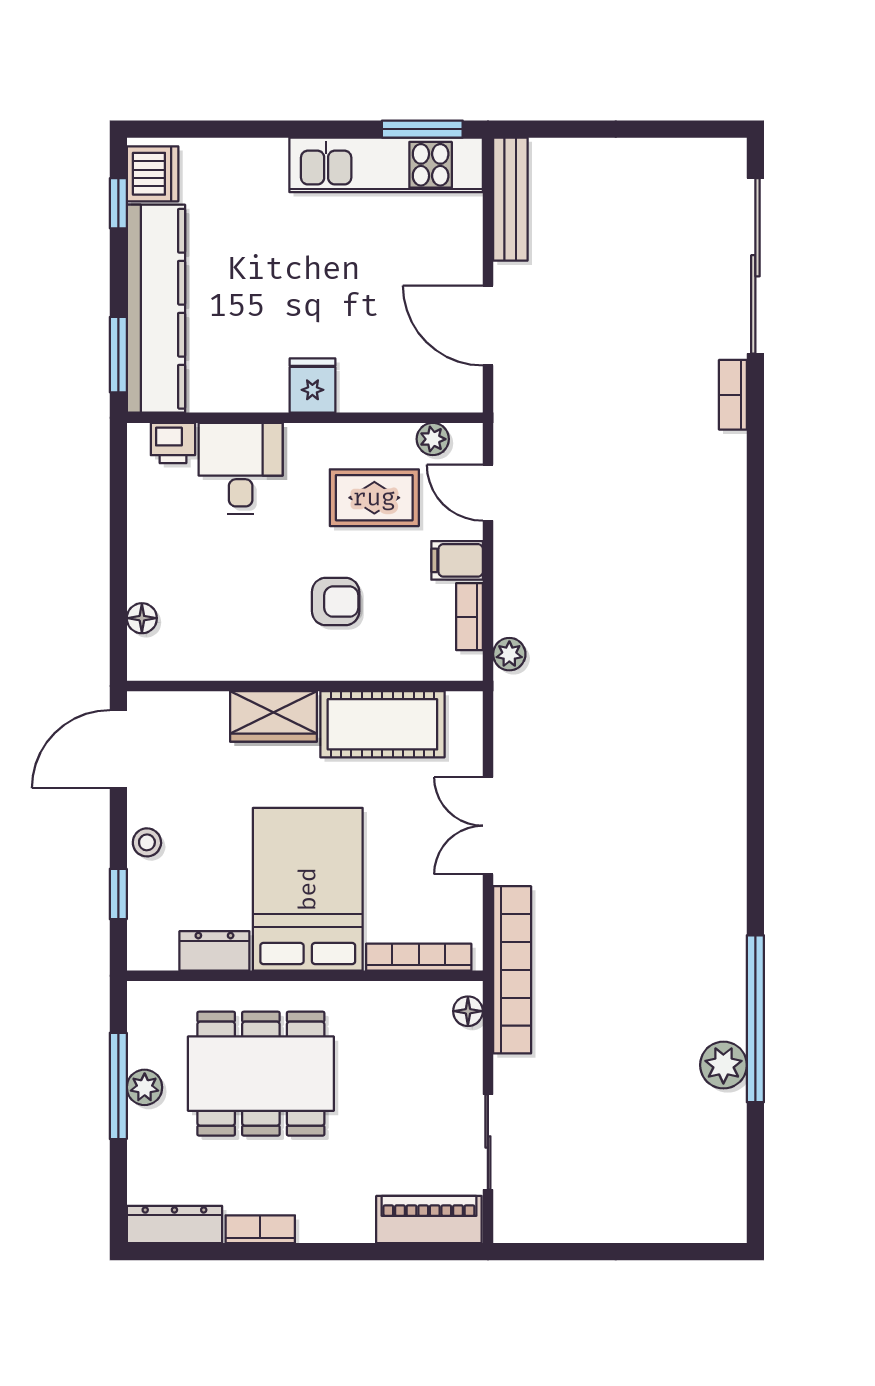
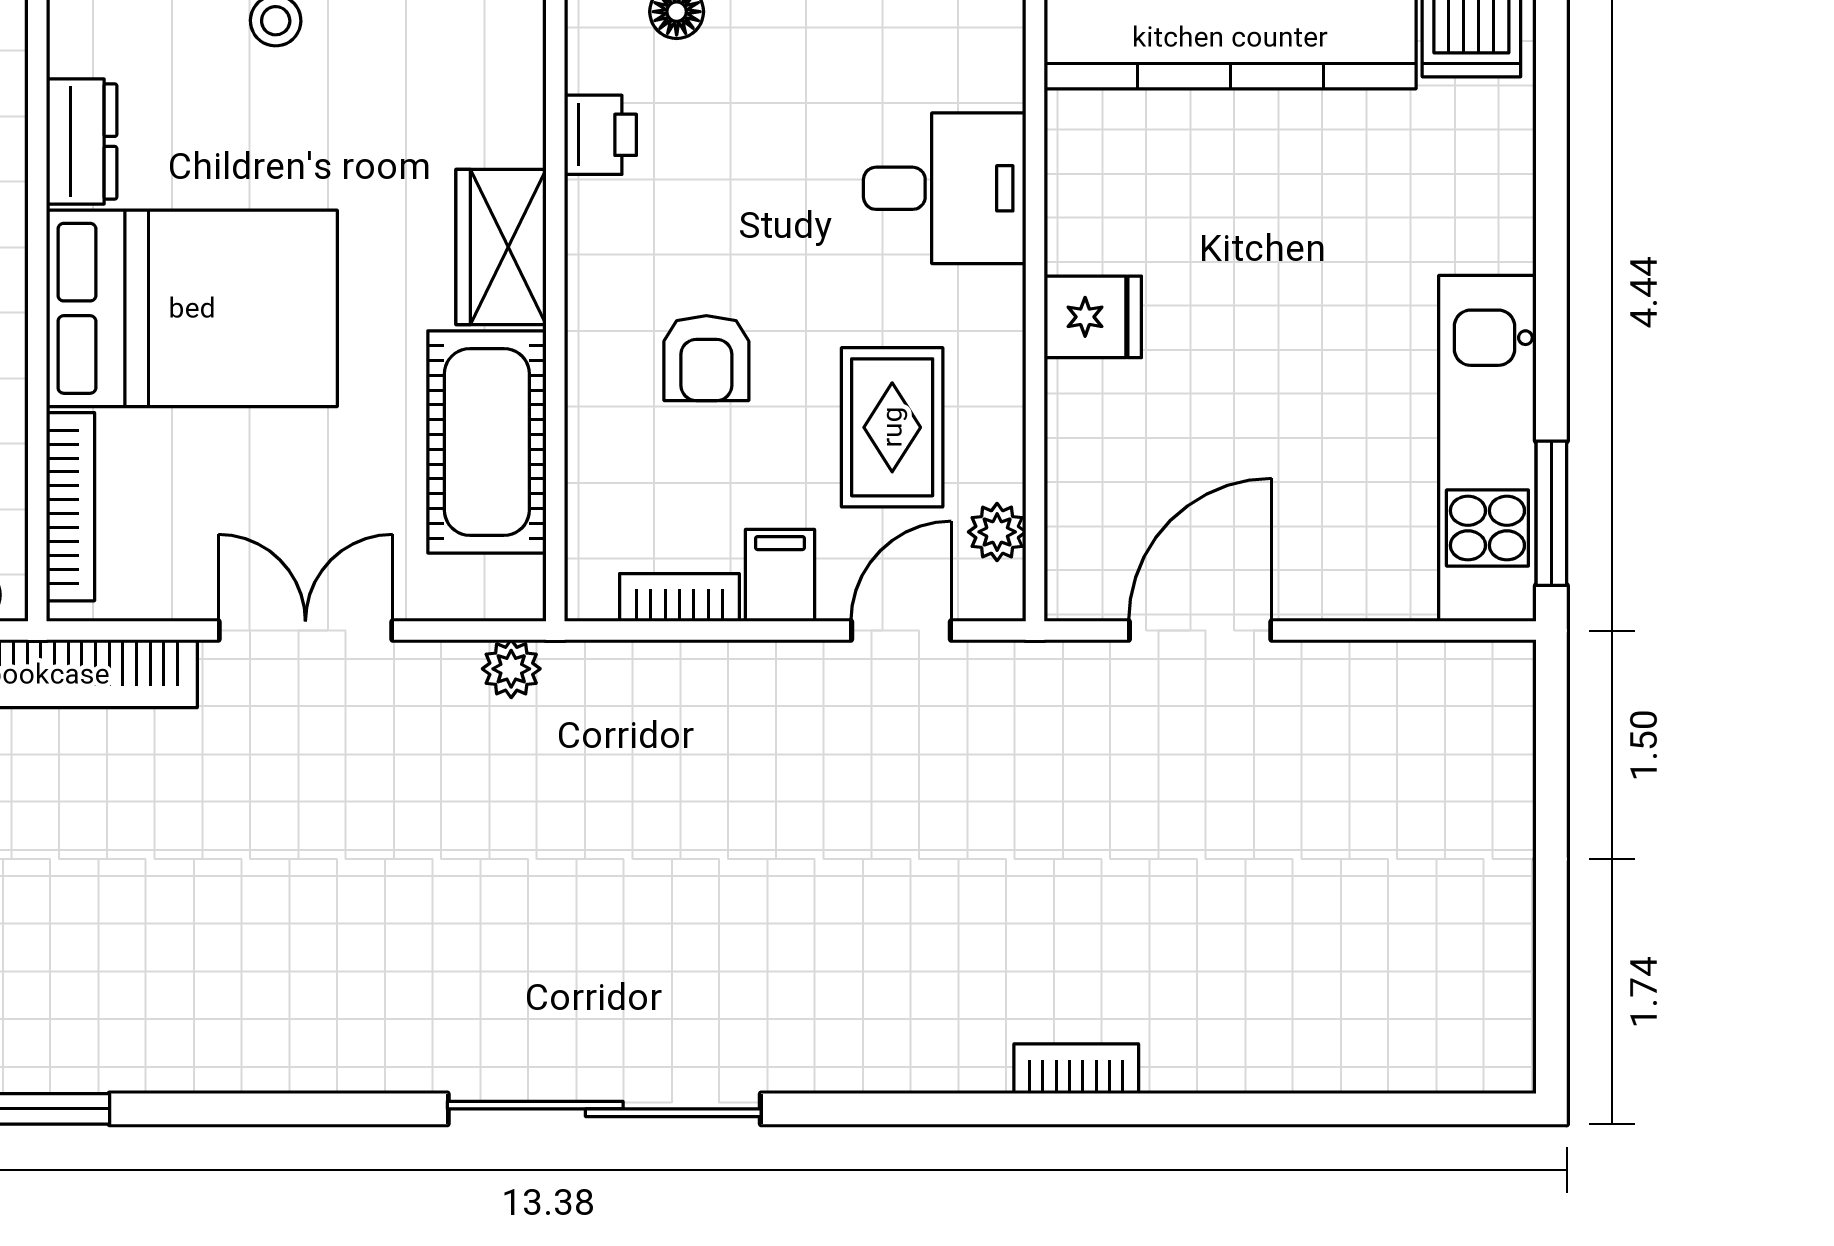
bench: (510, 199) -> (1426, 671), removed
sliding door: (755, 266) -> (604, 1109), moved
printer: (173, 443) -> (600, 135), moved, turned 180
plant: (509, 654) -> (511, 669), moved

